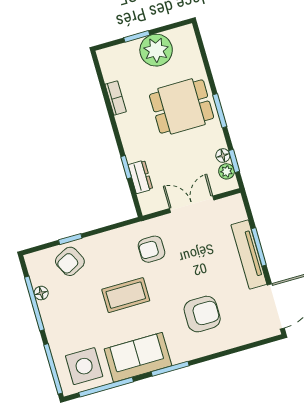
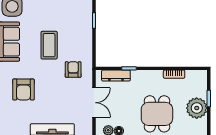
dresser: (140, 177) -> (116, 76), width x1.44
armchair: (70, 261) -> (80, 16), removed

